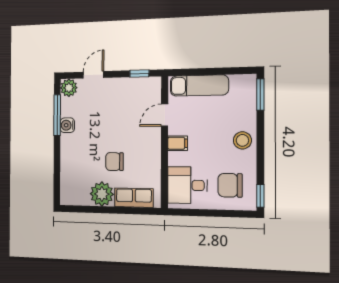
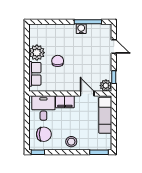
plant: (69, 88) -> (106, 86), moved
filing cabinet: (178, 143) -> (65, 102), width x2.00
chair: (230, 185) -> (44, 134), turned 90

